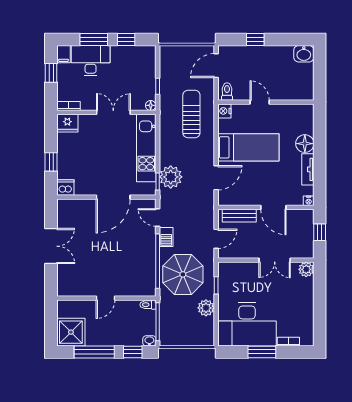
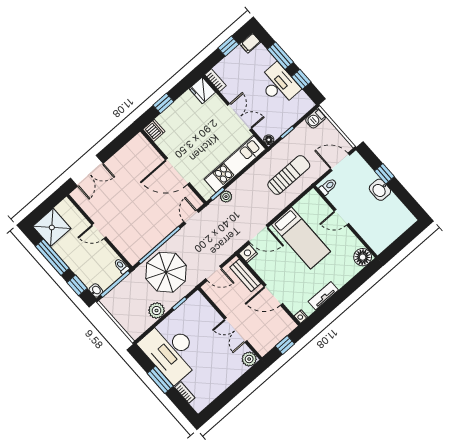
washbasin: (304, 54) -> (380, 190), moved
desk: (91, 61) -> (278, 85), moved
door: (260, 102) -> (341, 217), swing flipped
nightstand: (224, 111) -> (248, 254), moved
floor lamp: (305, 144) -> (363, 257), moved
plant: (171, 177) -> (226, 197), width x0.53, depth x0.53
door: (273, 207) -> (273, 295), hinge flipped
barbecue: (166, 237) -> (316, 119), moved
double door: (51, 246) -> (87, 171), moved

